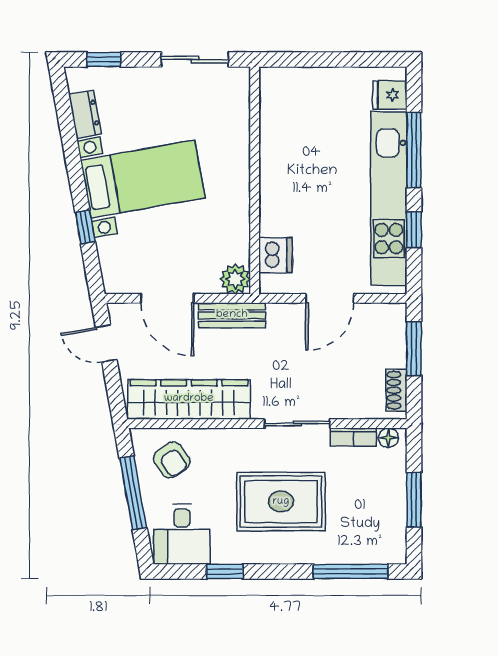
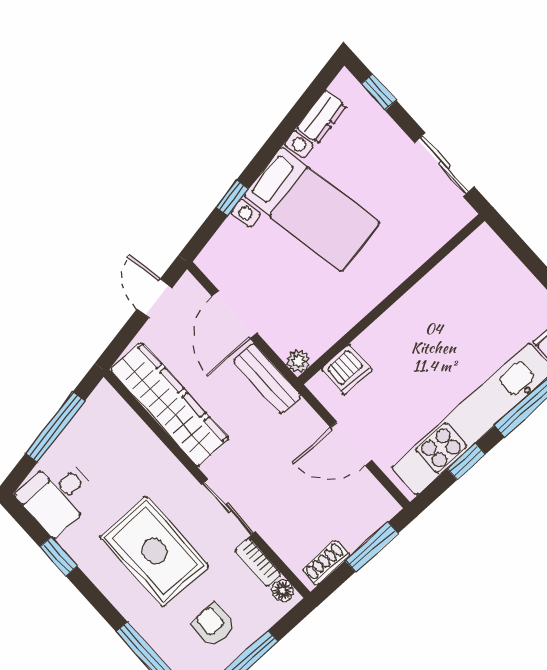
plant: (235, 279) -> (298, 361), width x0.73, depth x0.73
armchair: (172, 460) -> (213, 625), moved, turned 125

